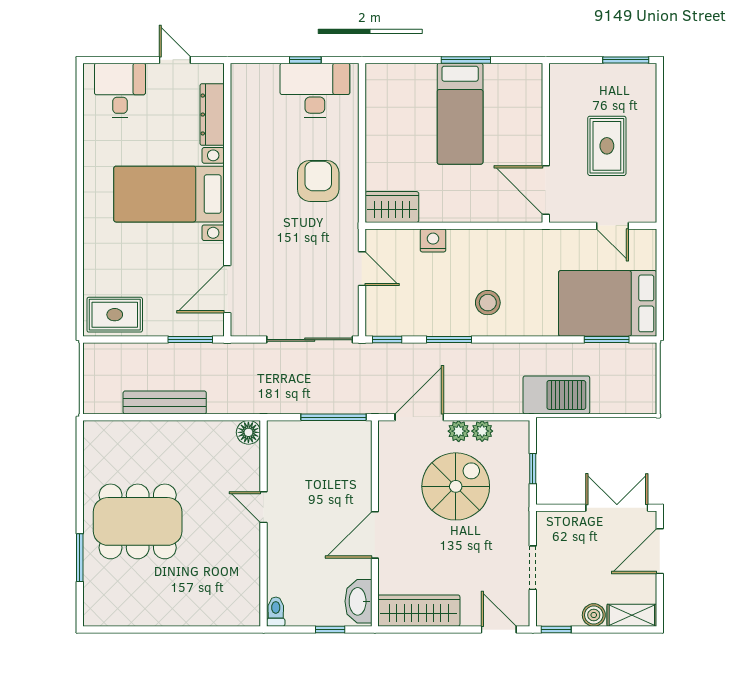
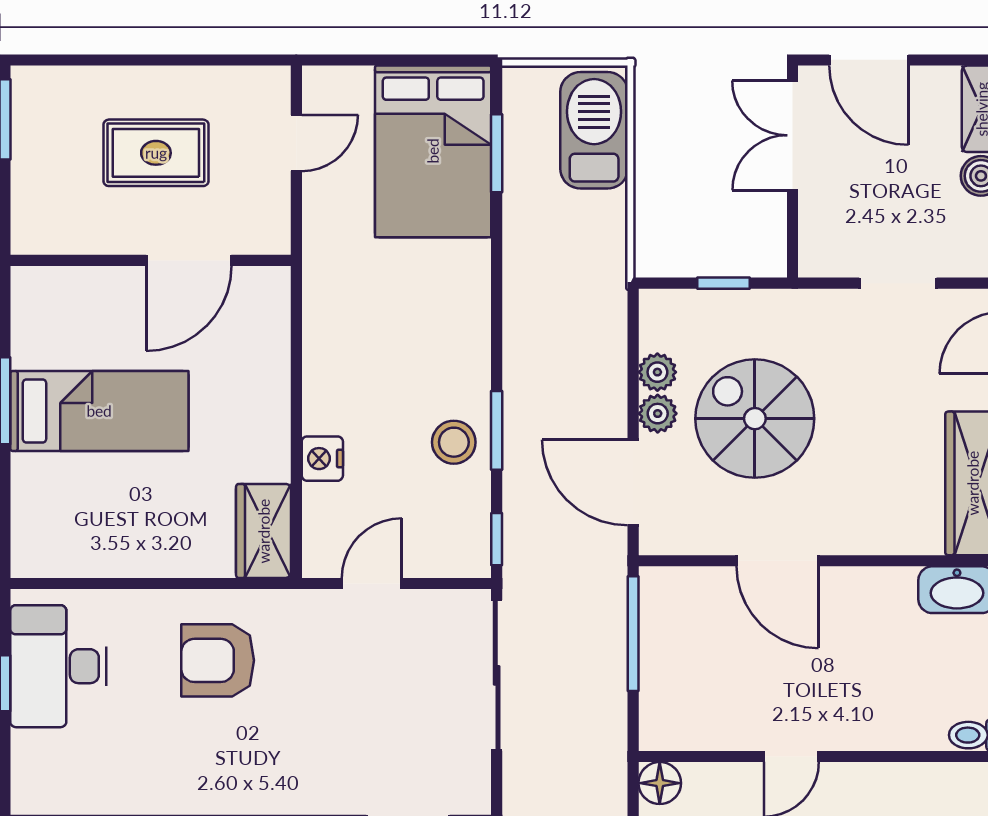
door: (546, 190) -> (189, 260), moved
stool: (488, 303) -> (454, 442), moved
barbecue: (556, 395) -> (594, 130), moved
door: (375, 535) -> (777, 561), moved

